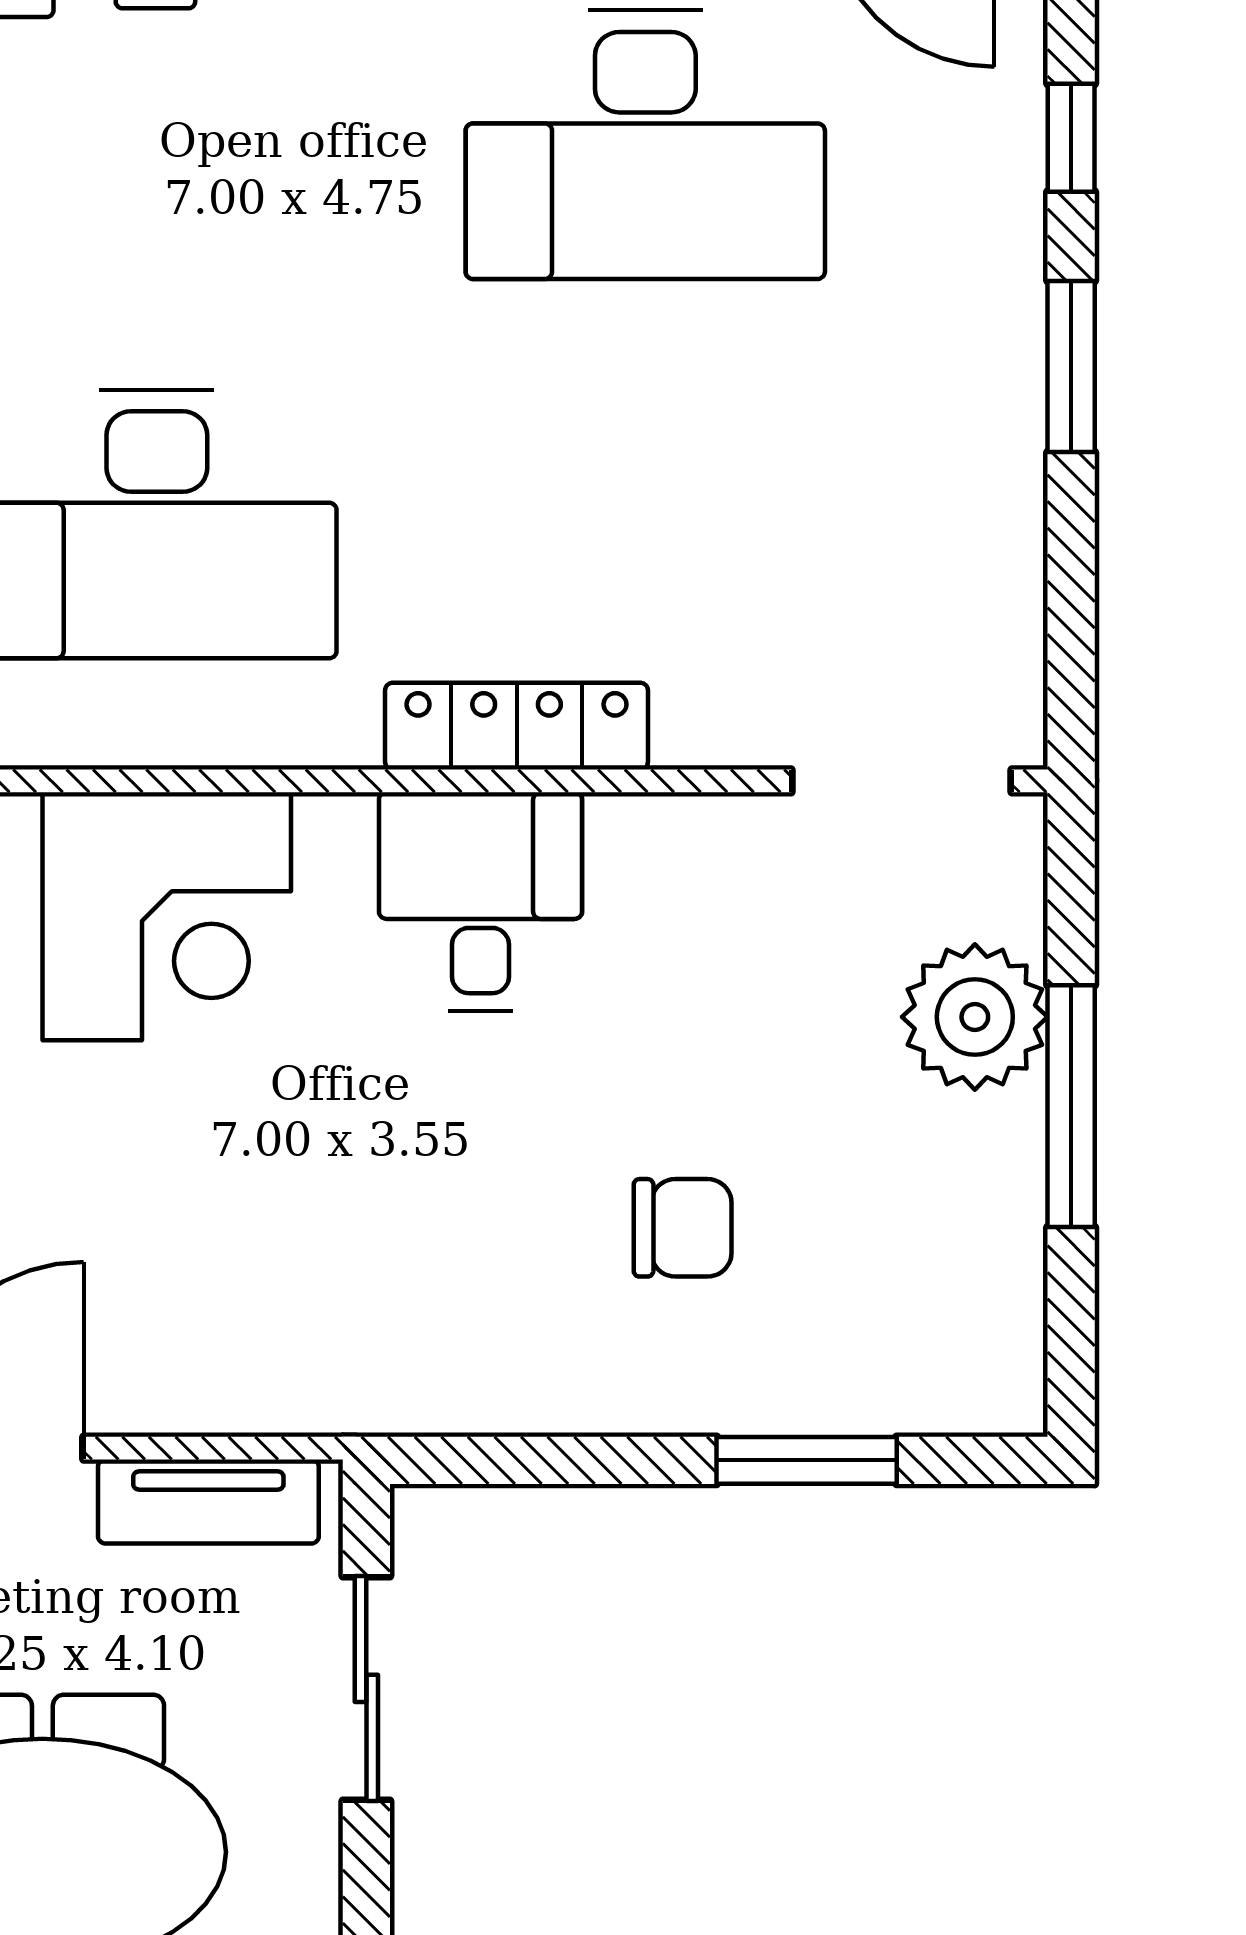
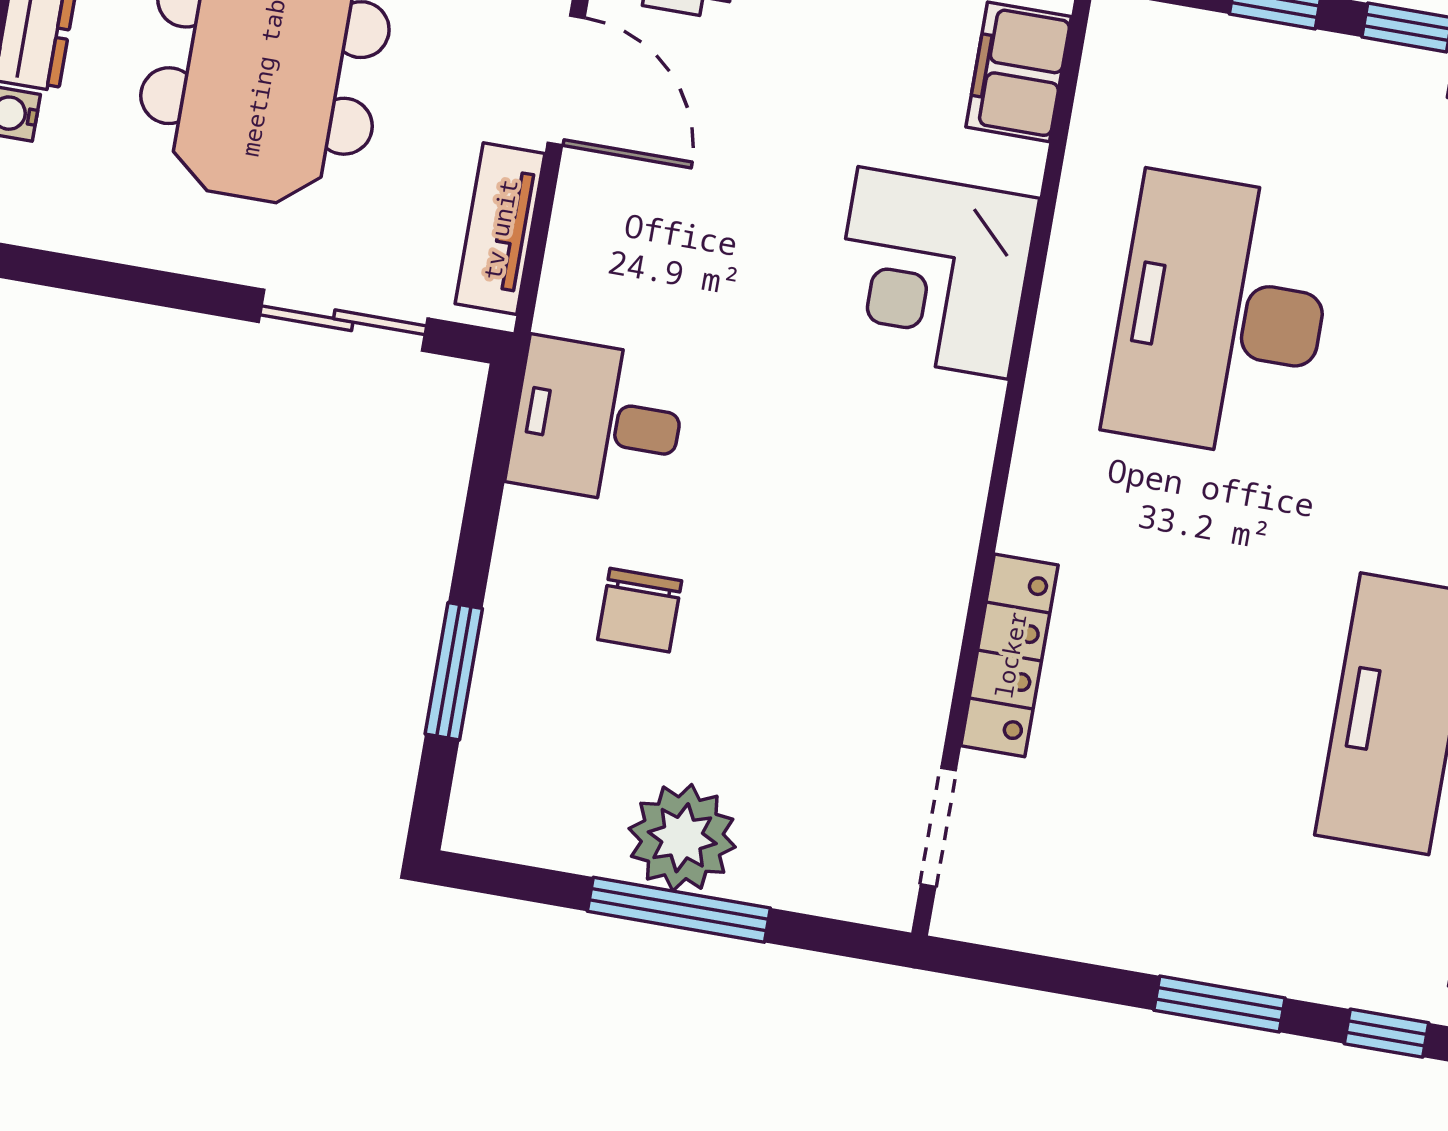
locker: (517, 726) -> (1010, 655), moved
doorway: (902, 781) -> (938, 827), width x0.73
desk: (480, 902) -> (597, 421), moved, turned 180
plant: (975, 1017) -> (682, 838), moved

